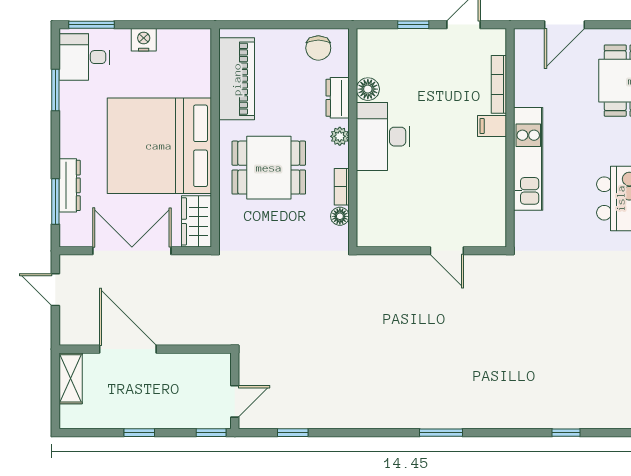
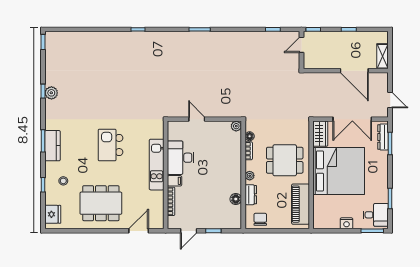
desk: (383, 137) -> (181, 158), moved, turned 180
dresser: (70, 185) -> (383, 137), moved
plant: (367, 237) -> (236, 126), added

